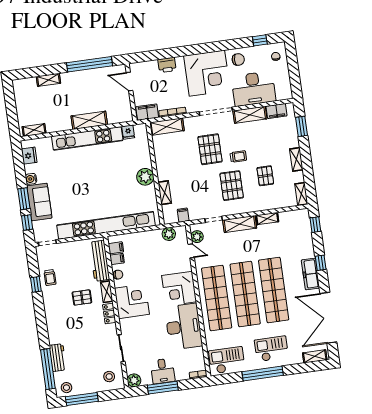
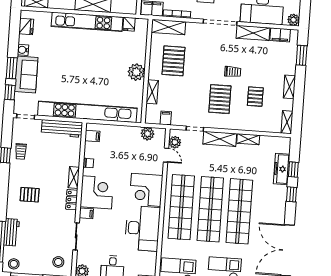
plant: (286, 94) -> (293, 20), added
pallet: (210, 149) -> (173, 61), moved
window: (315, 225) -> (293, 169), moved
filing cabinet: (117, 259) -> (86, 213), moved
workbench: (100, 261) -> (62, 128), moved, turned -90
freezer: (310, 274) -> (282, 169), moved
pallet: (82, 297) -> (30, 195), moved

